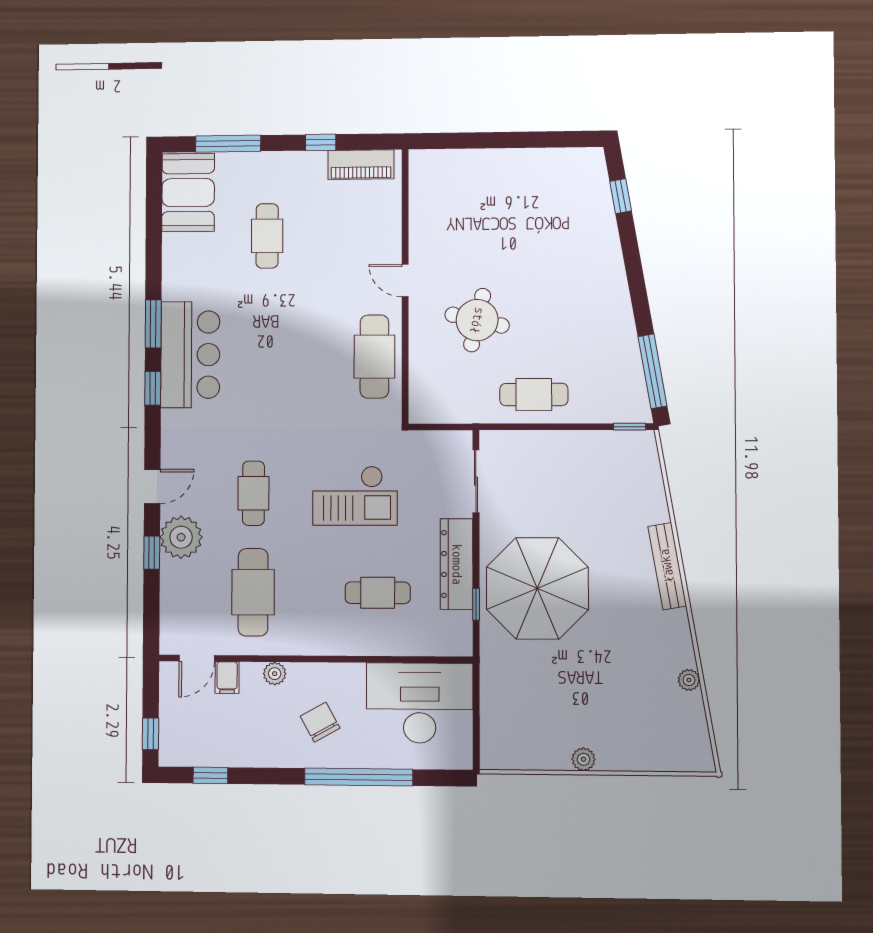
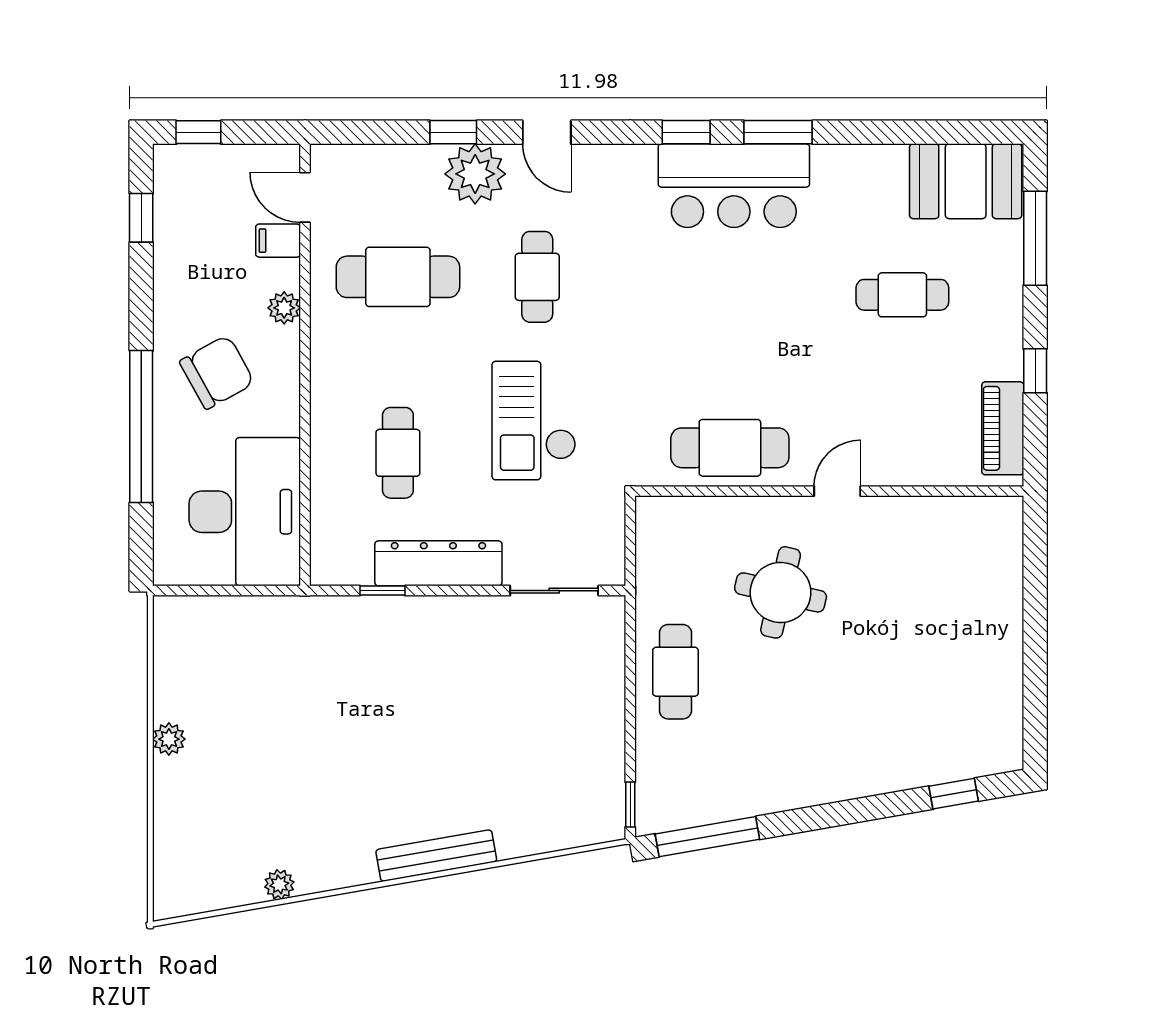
cafe table: (253, 493) -> (537, 277), turned 90
parasol: (537, 588) -> (405, 676), removed
chair: (320, 722) -> (217, 372), width x1.37, depth x1.37

